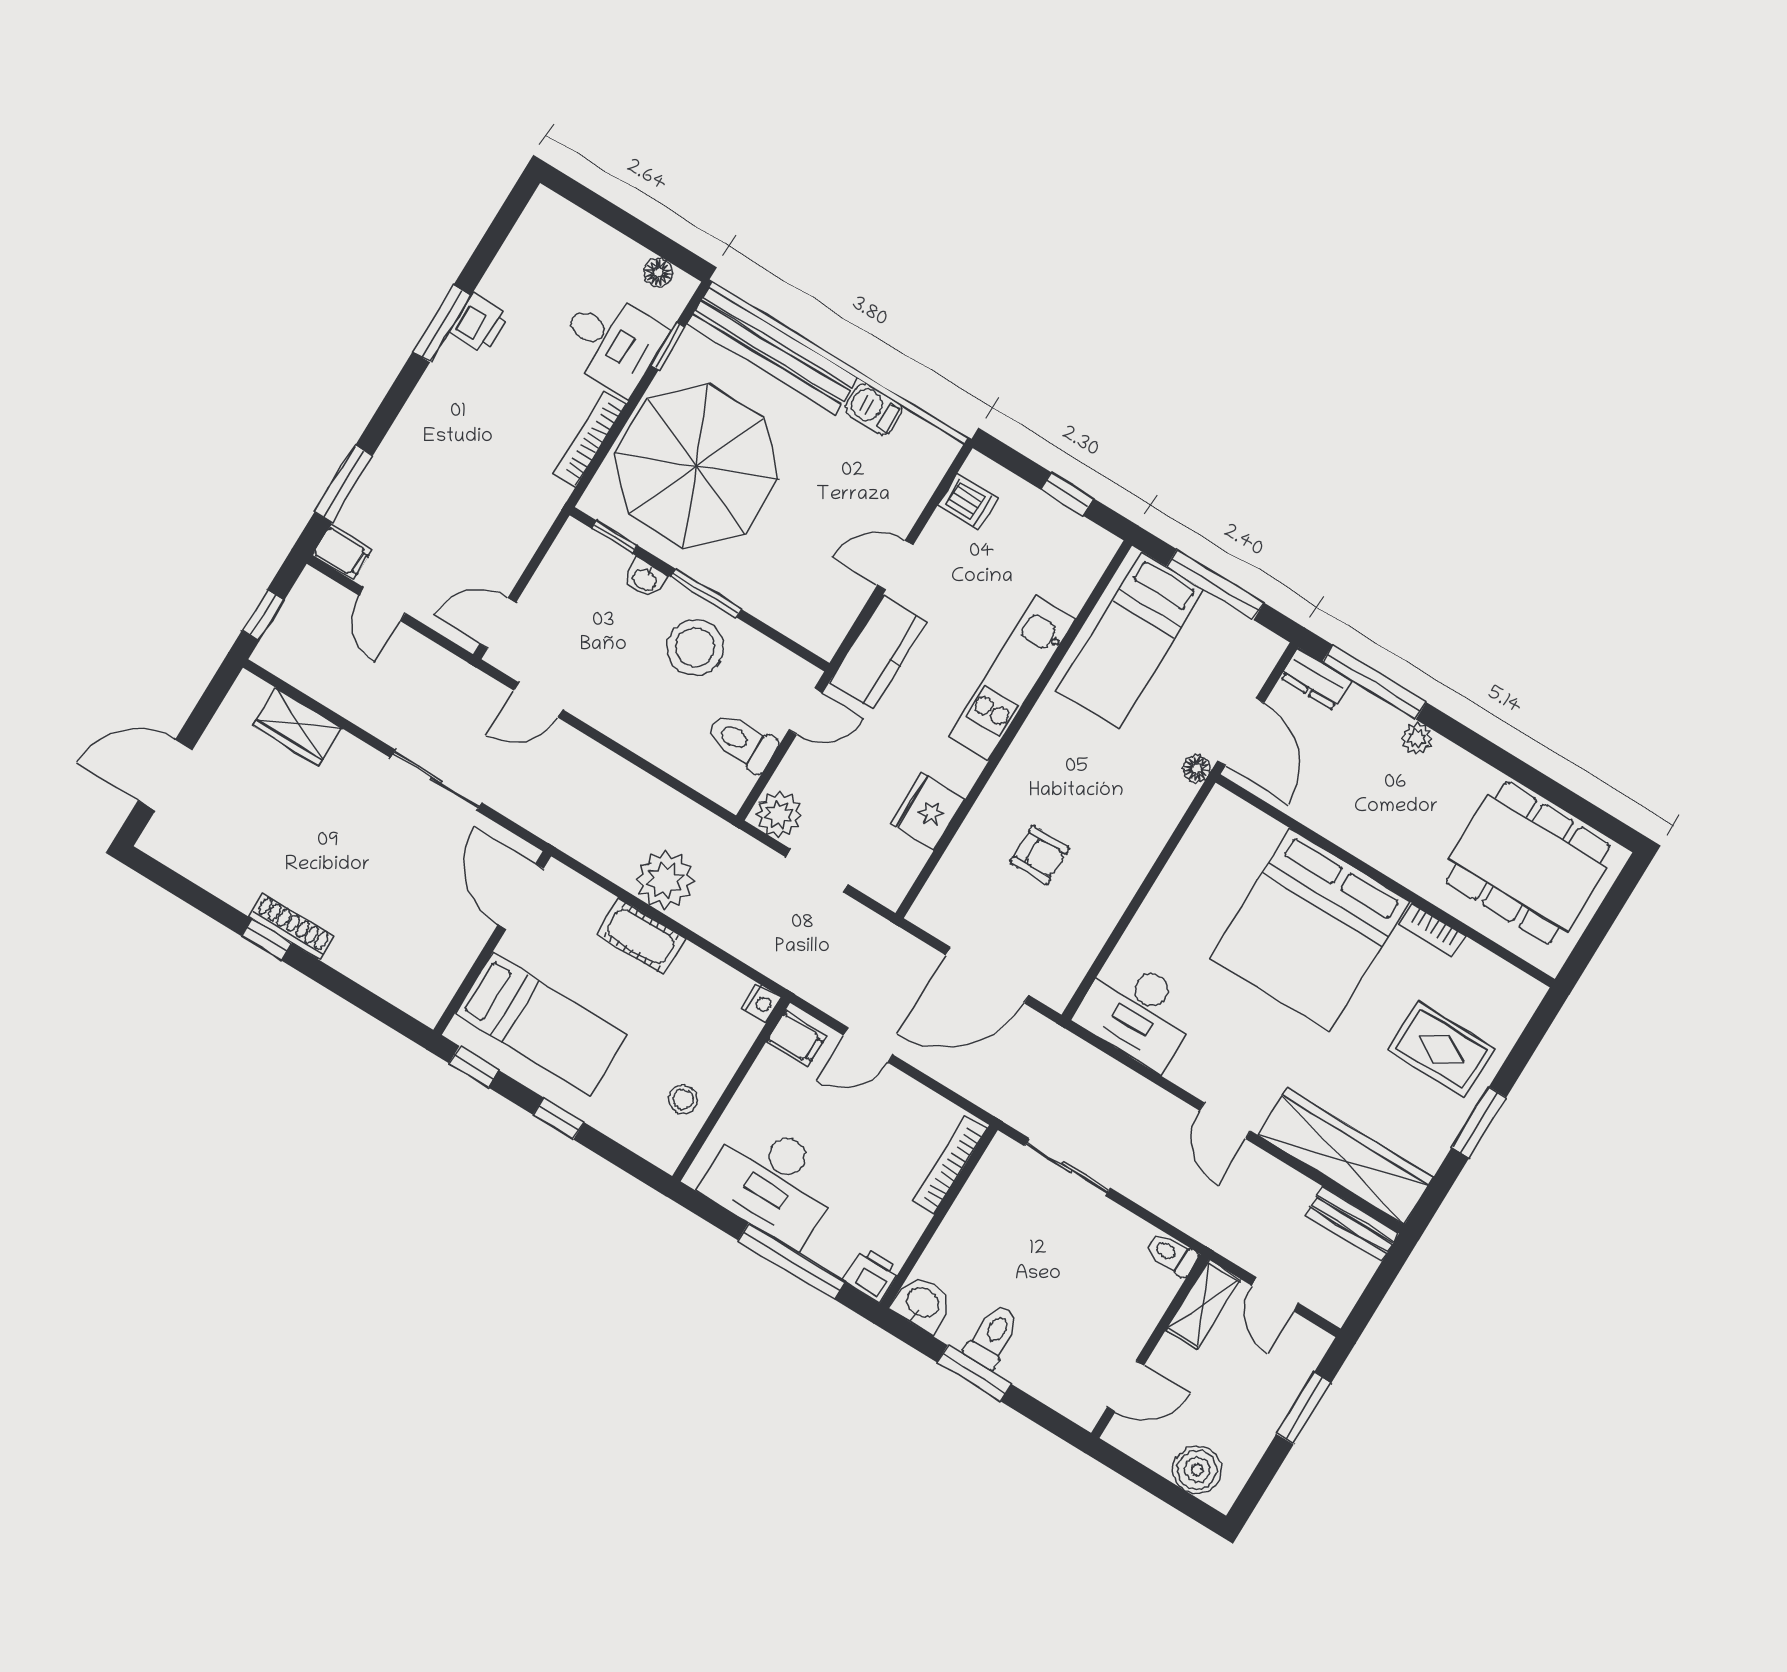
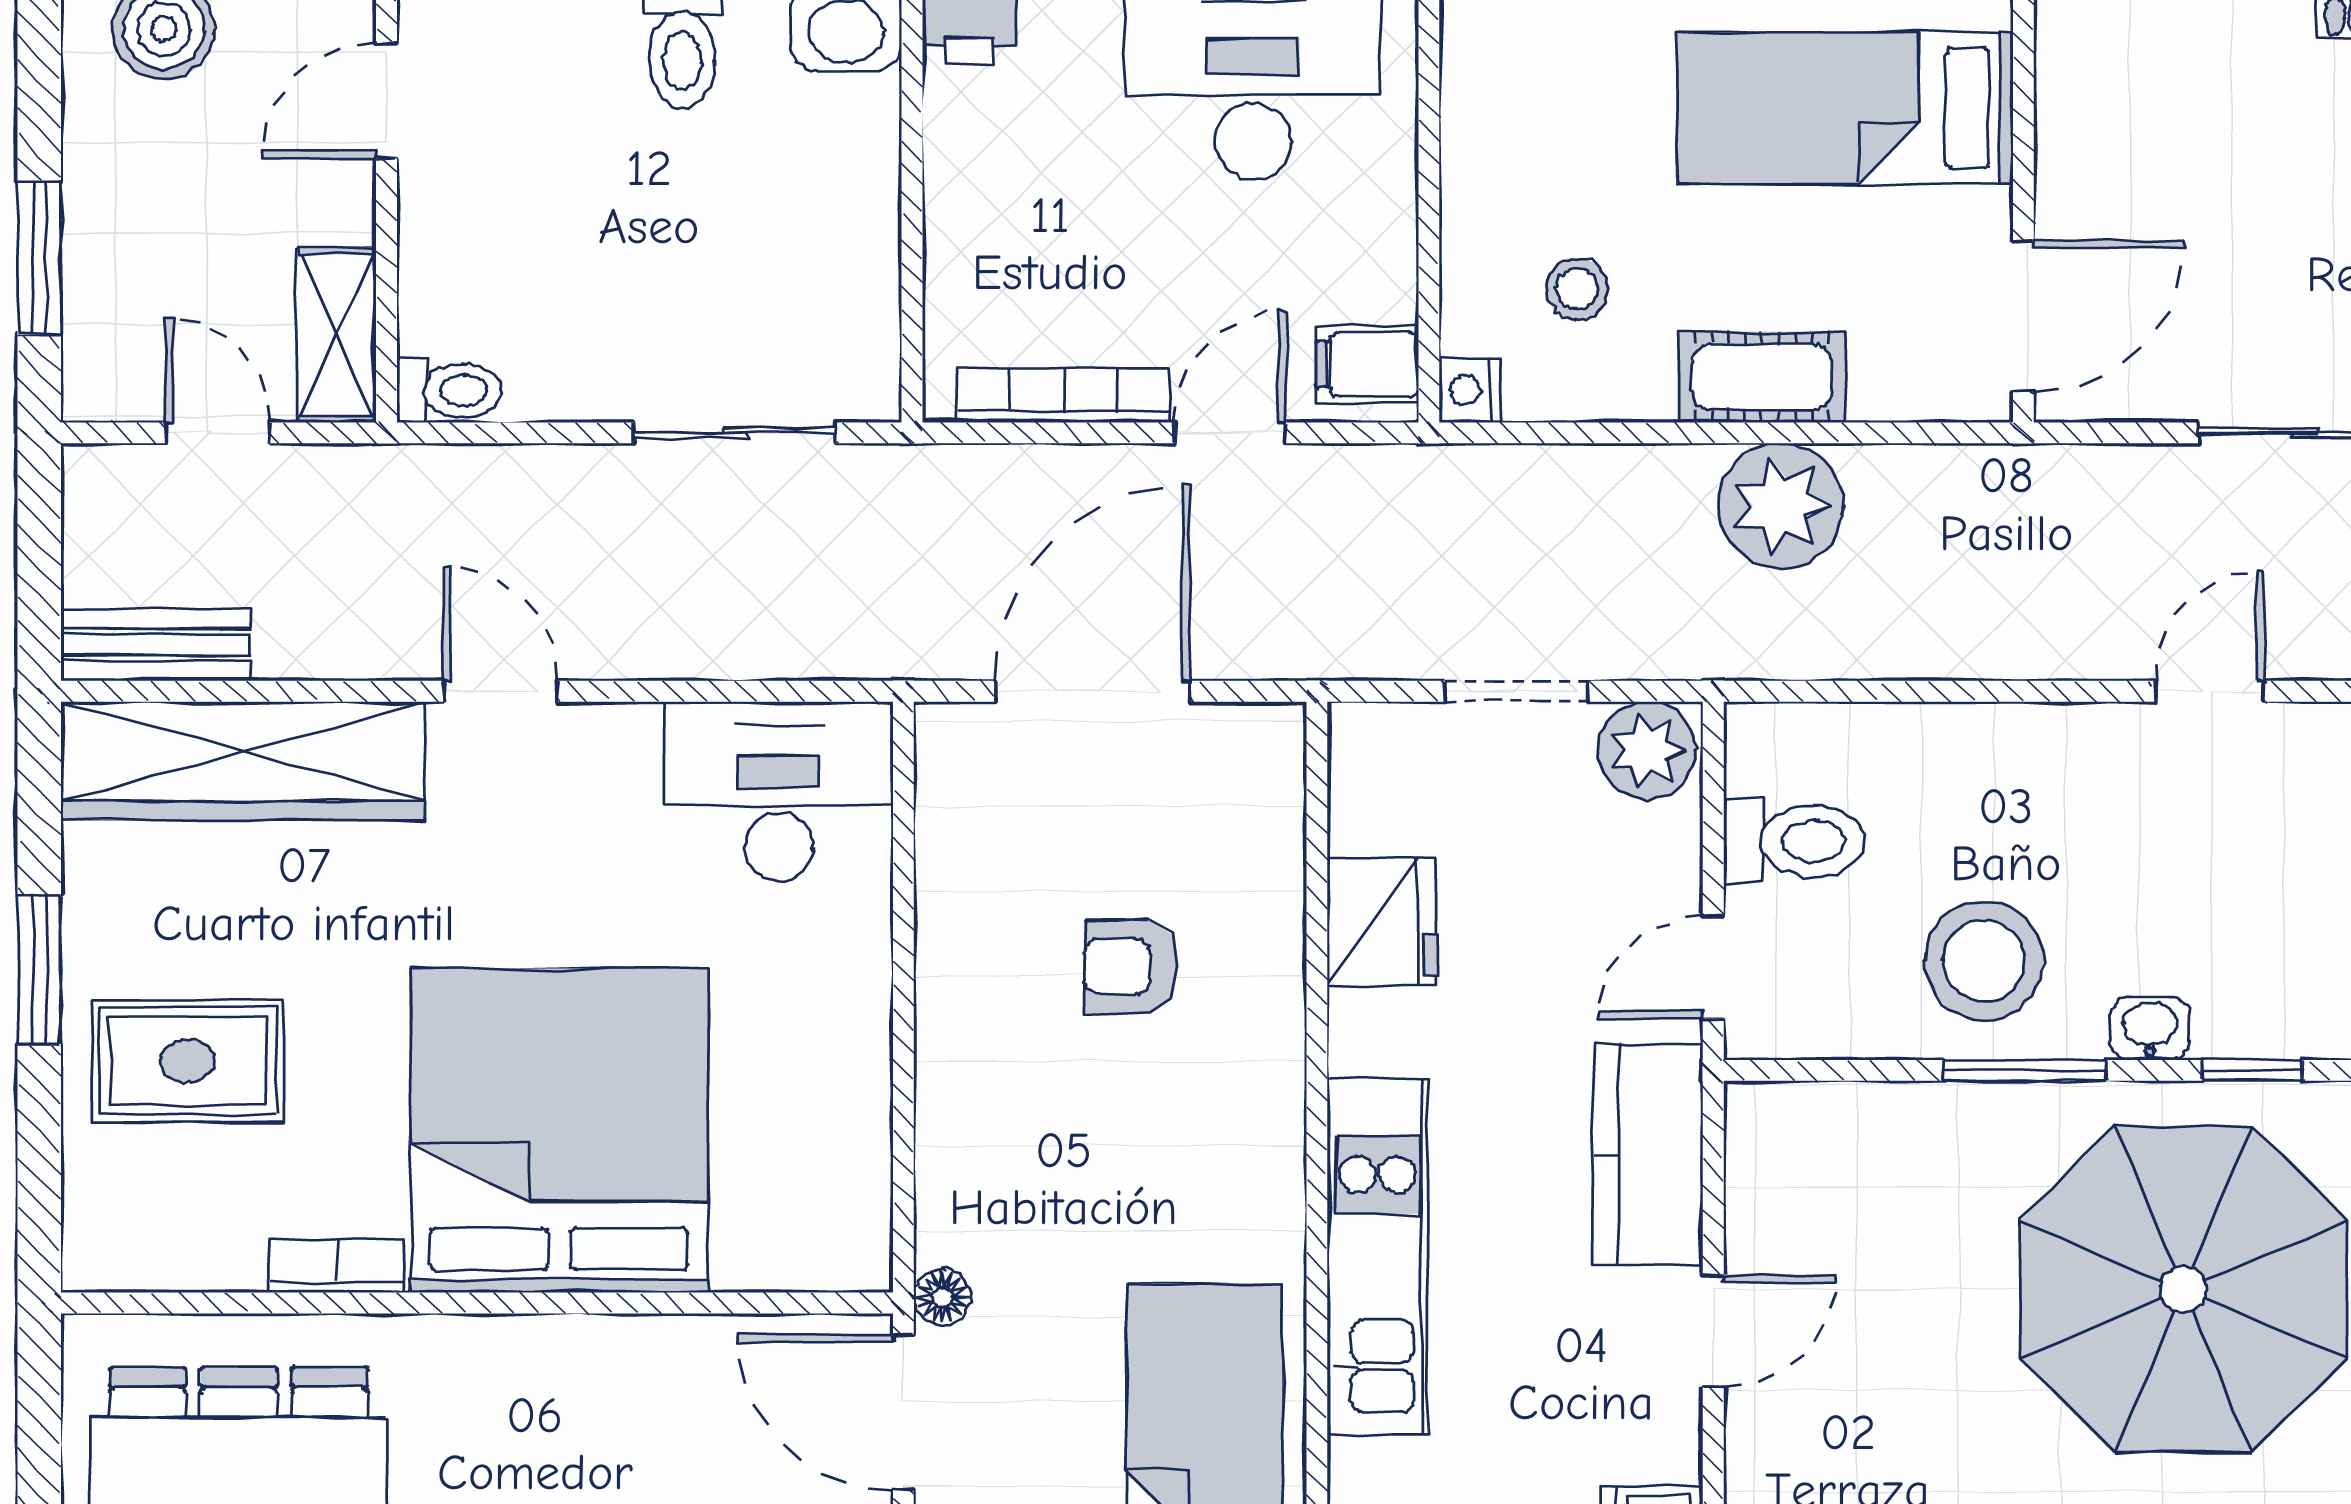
door: (521, 896) -> (2023, 316), hinge flipped
stool: (683, 1100) -> (1577, 289), moved
bookcase: (950, 1165) -> (1063, 395), moved, turned -90

